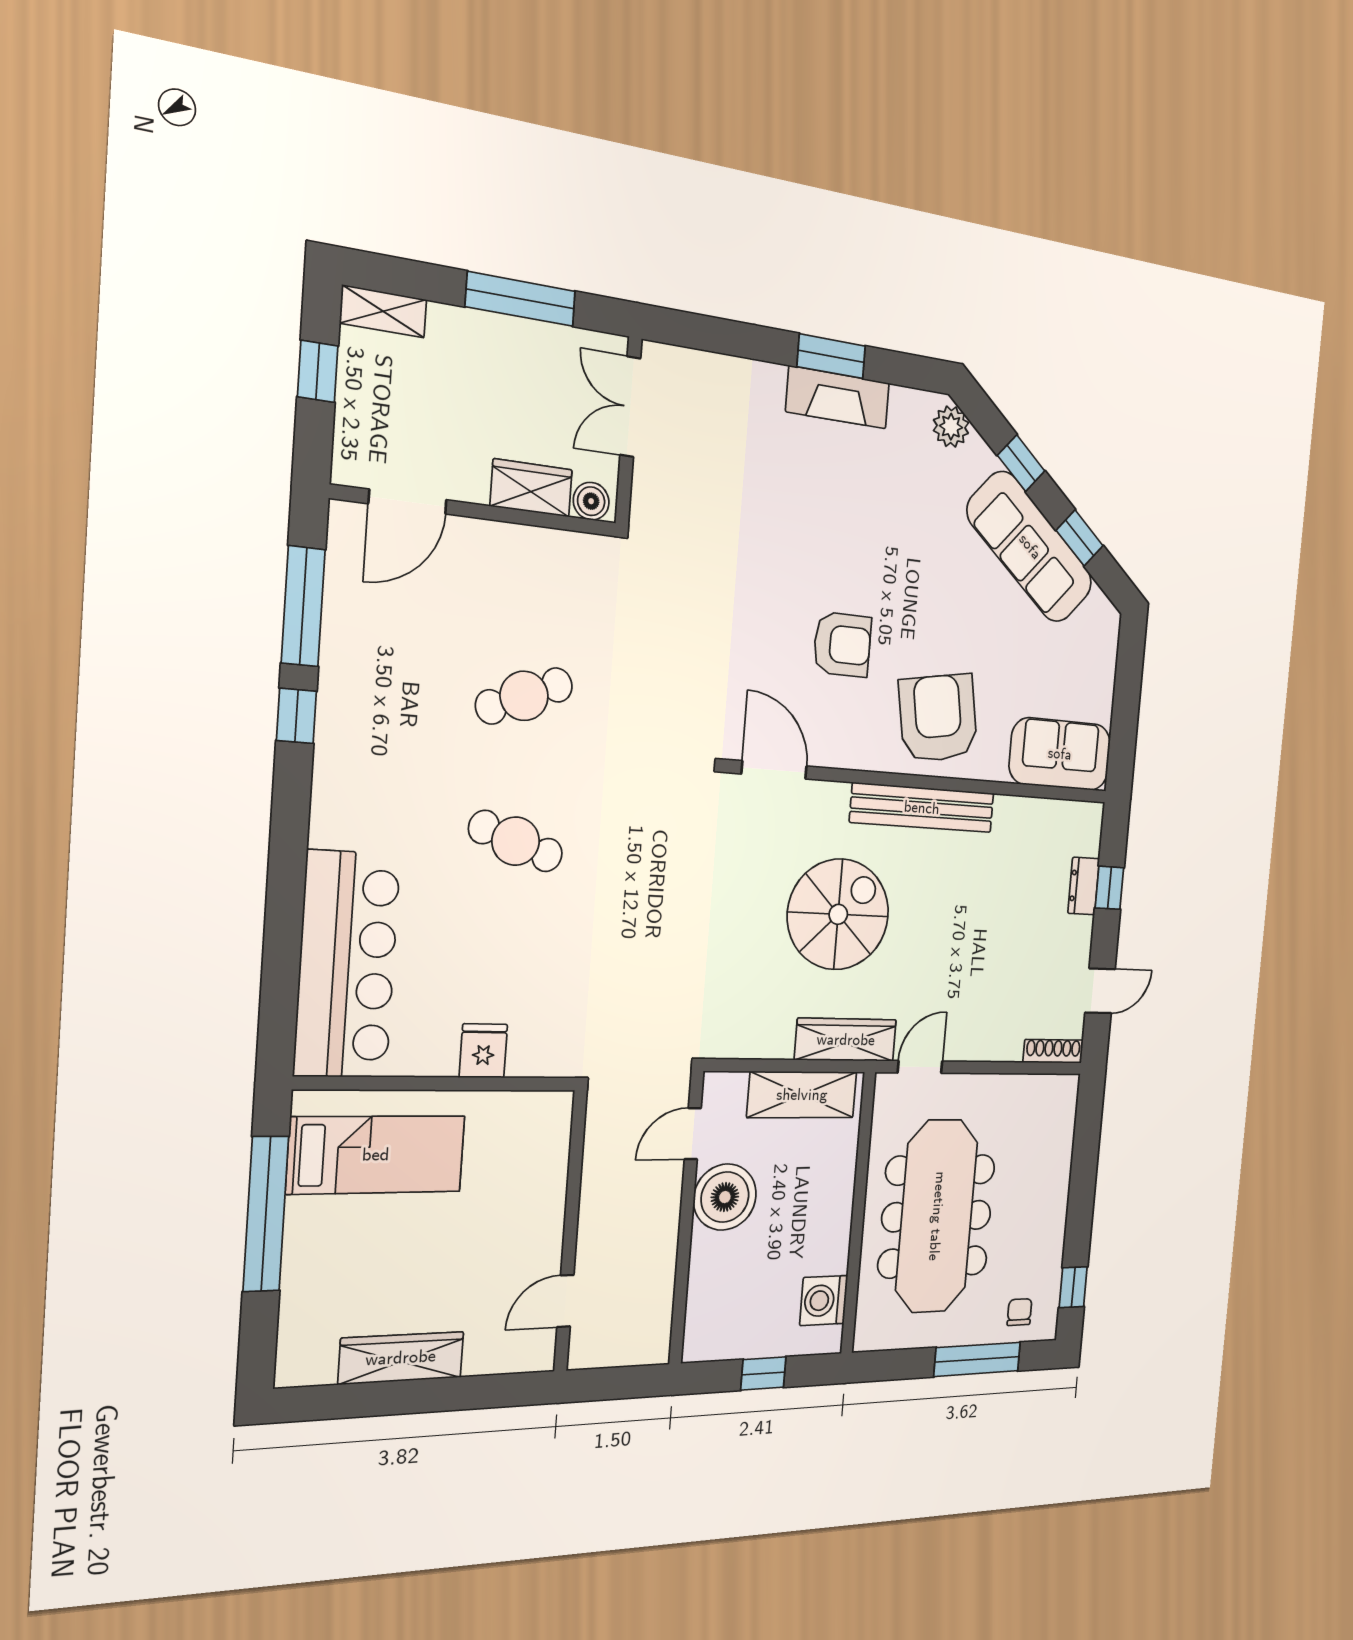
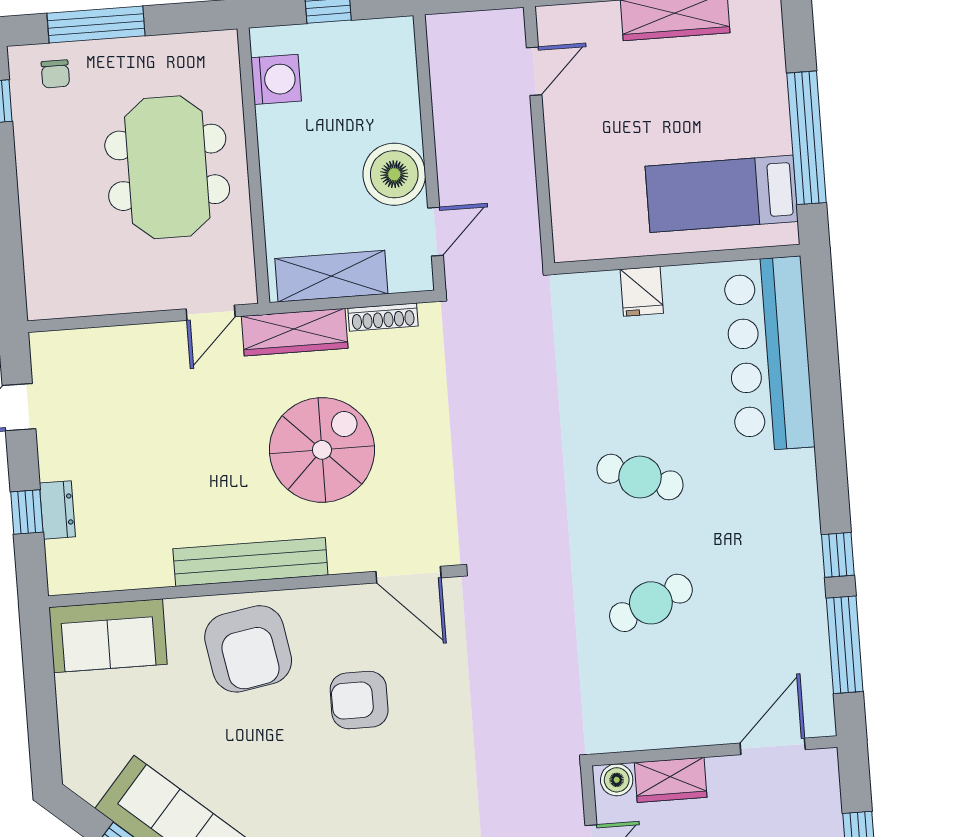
spiral stairs: (838, 914) -> (322, 450), turned 180
shoe rack: (1053, 1051) -> (383, 317), moved
meeting table: (937, 1216) -> (167, 167), width x0.73

